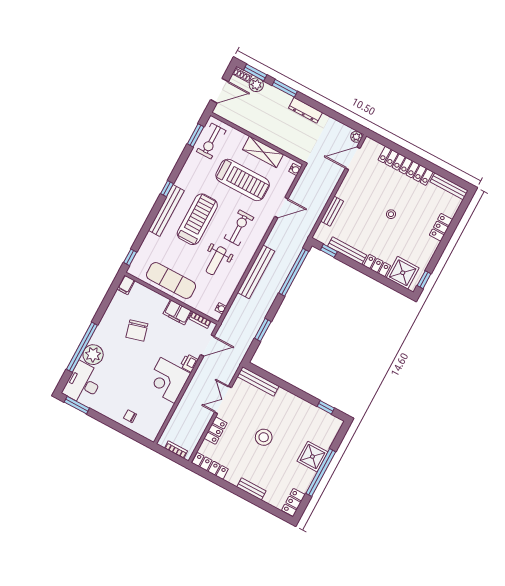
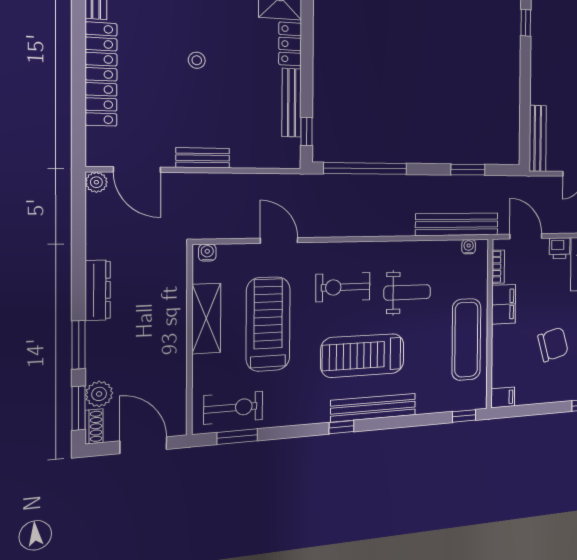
bench: (332, 211) -> (203, 158), moved
bench: (256, 272) -> (457, 224), moved

